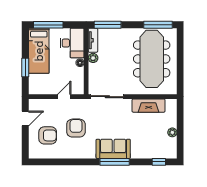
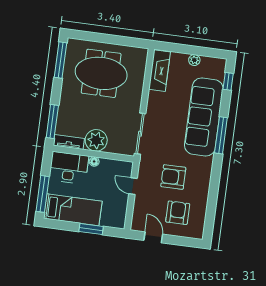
plant: (93, 58) -> (96, 140), width x1.88, depth x1.88
meeting table: (152, 59) -> (101, 73), width x0.73
fireplace: (149, 106) -> (160, 71), moved
sofa: (113, 149) -> (204, 117), width x1.85, depth x1.27

